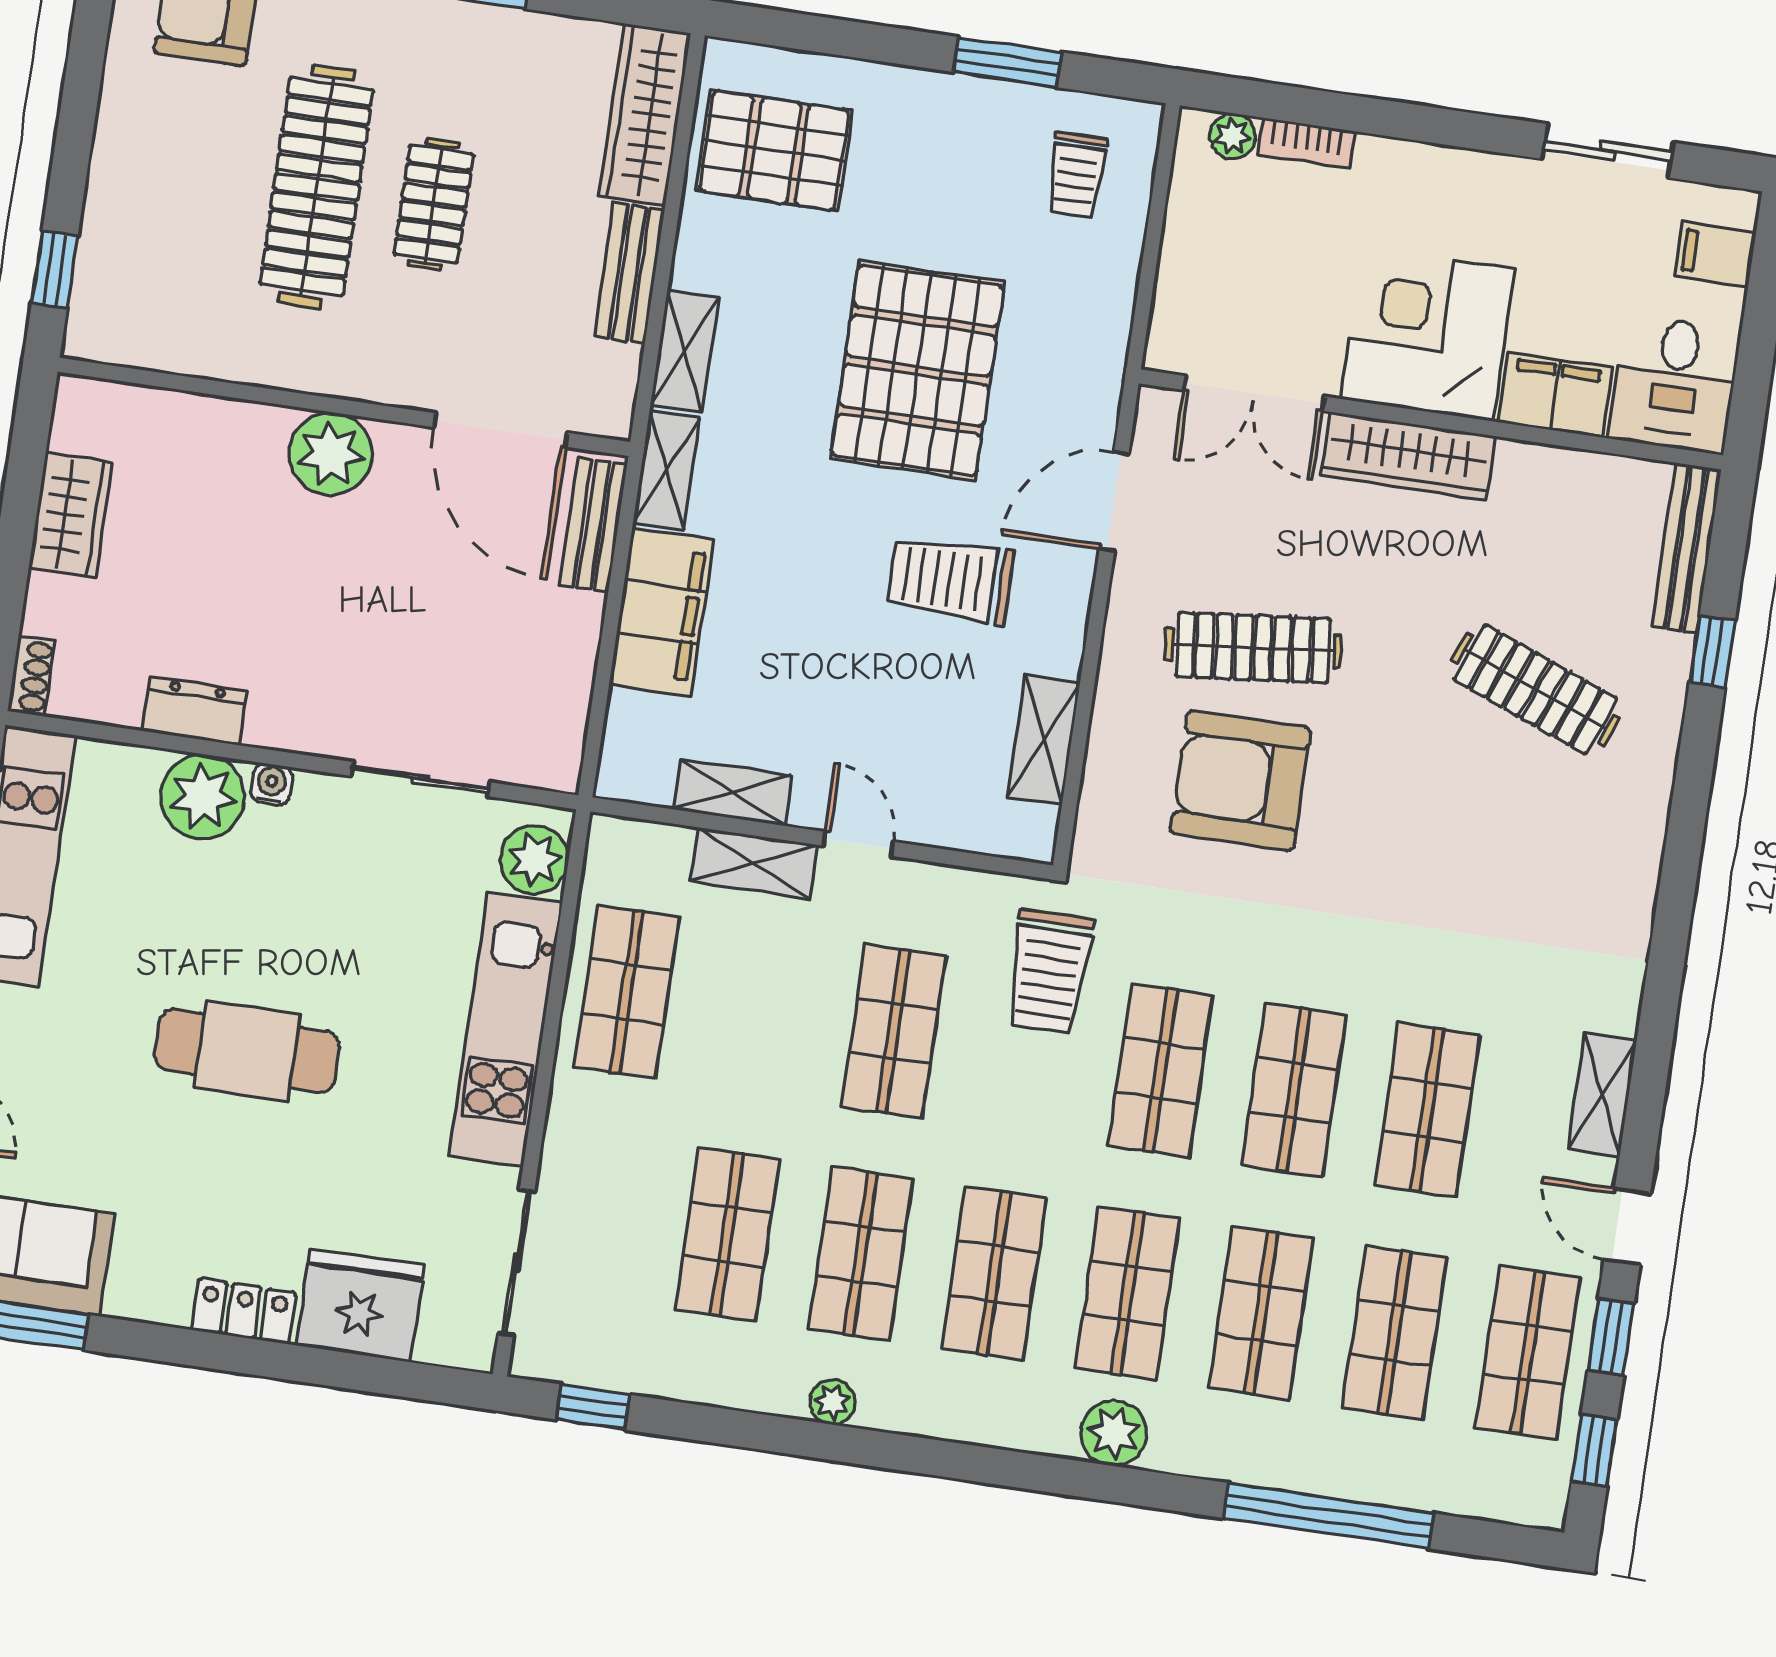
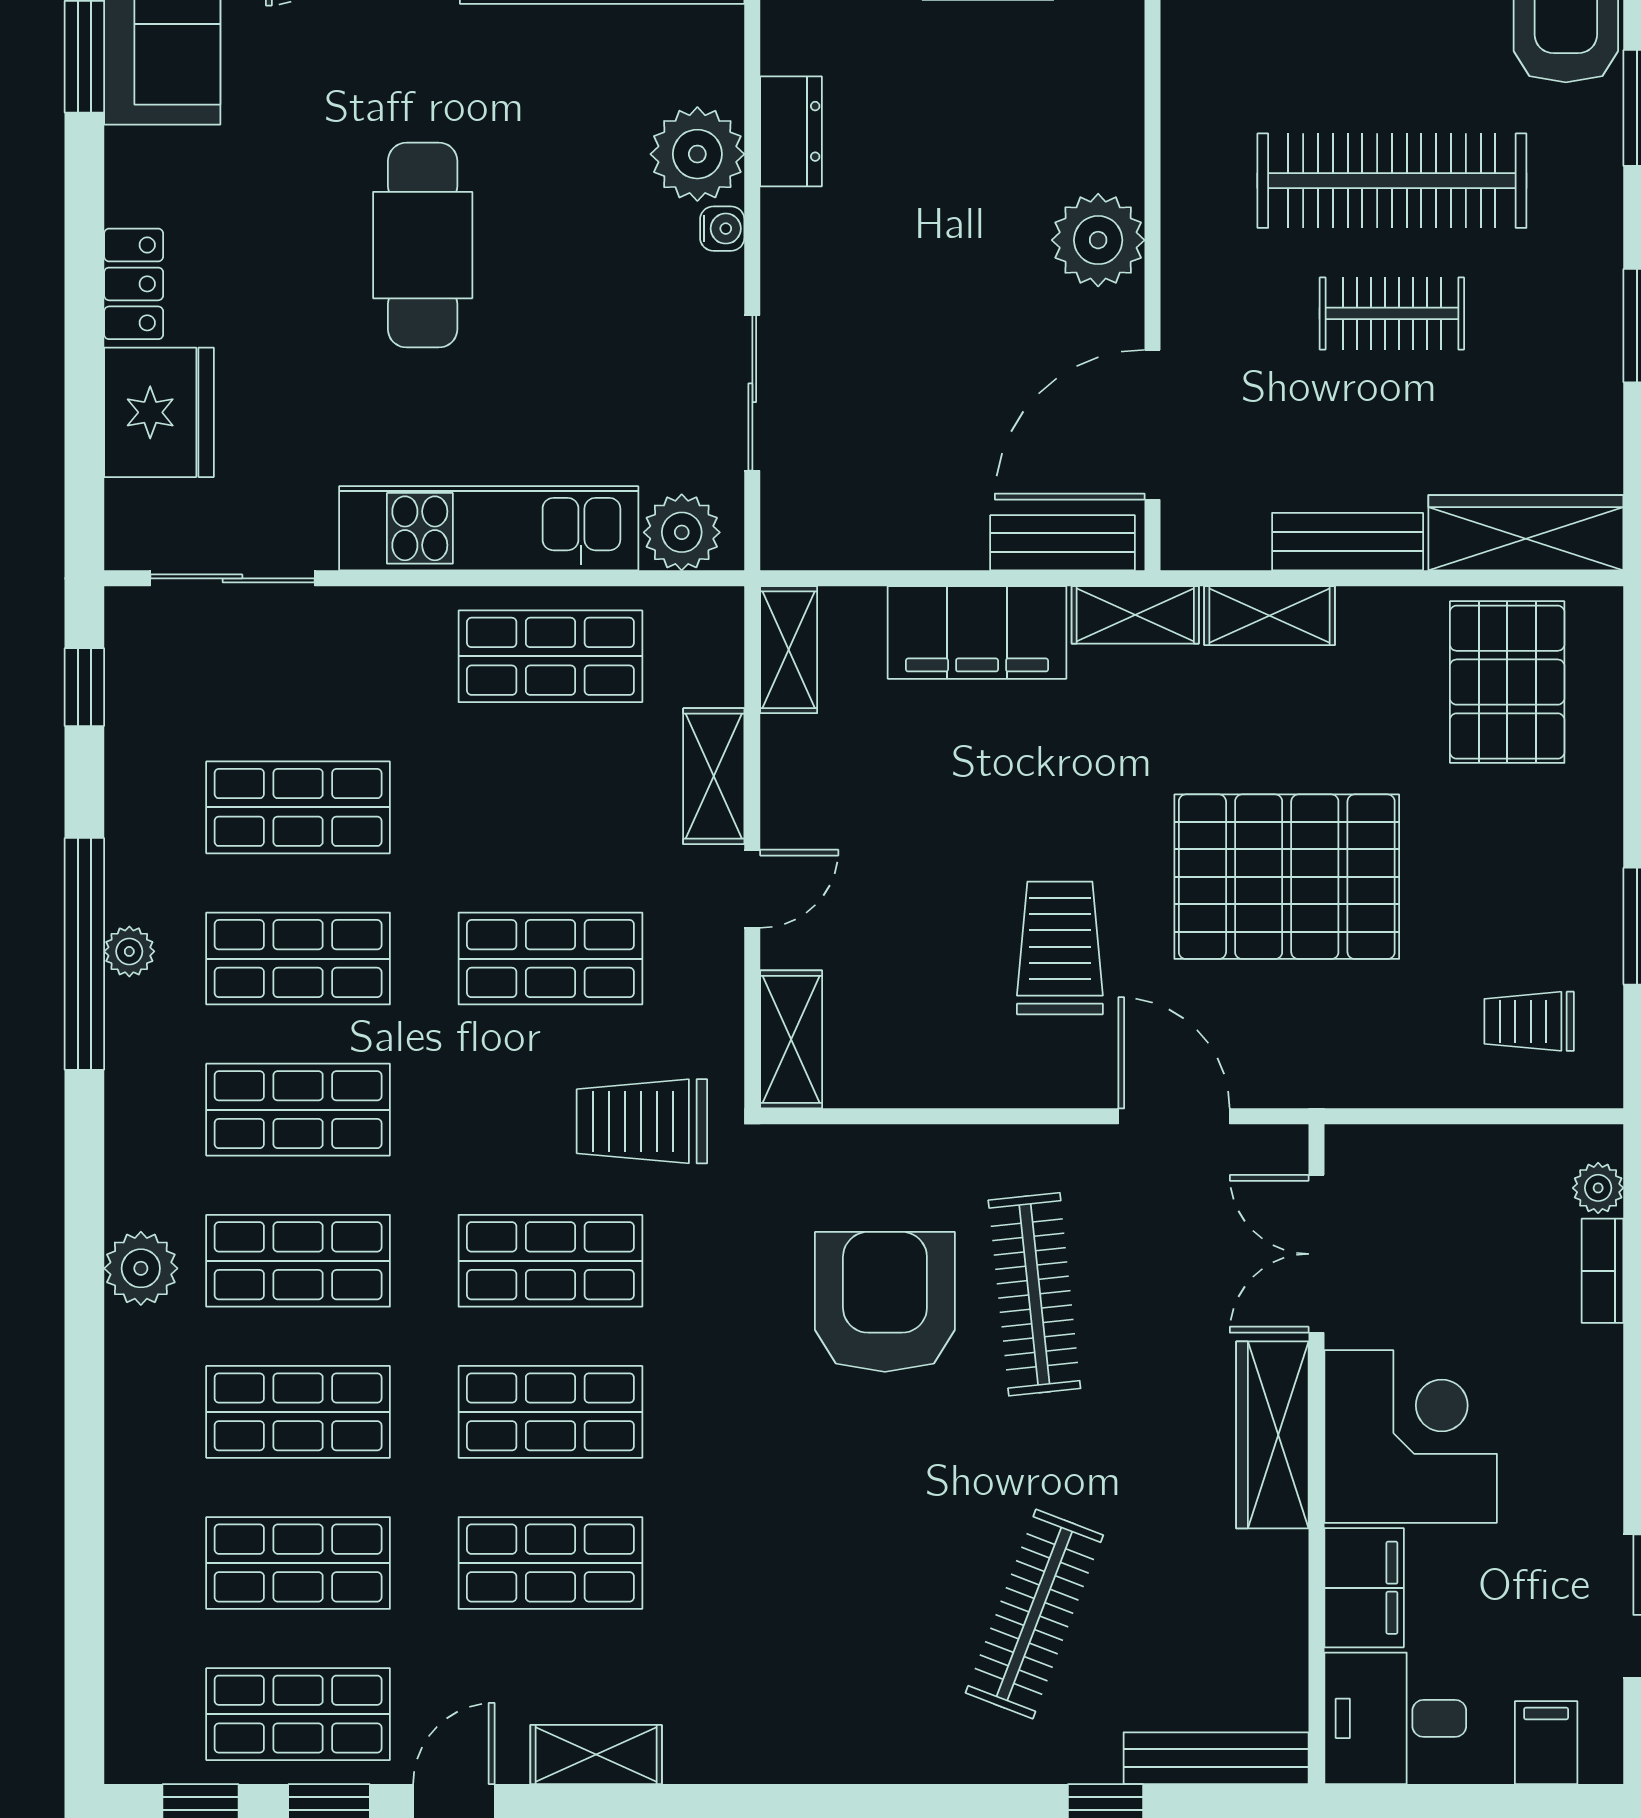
shelving: (1044, 740) -> (791, 1039), moved, turned 90
shelving: (732, 792) -> (789, 650), moved
window: (1328, 1516) -> (84, 954), moved

